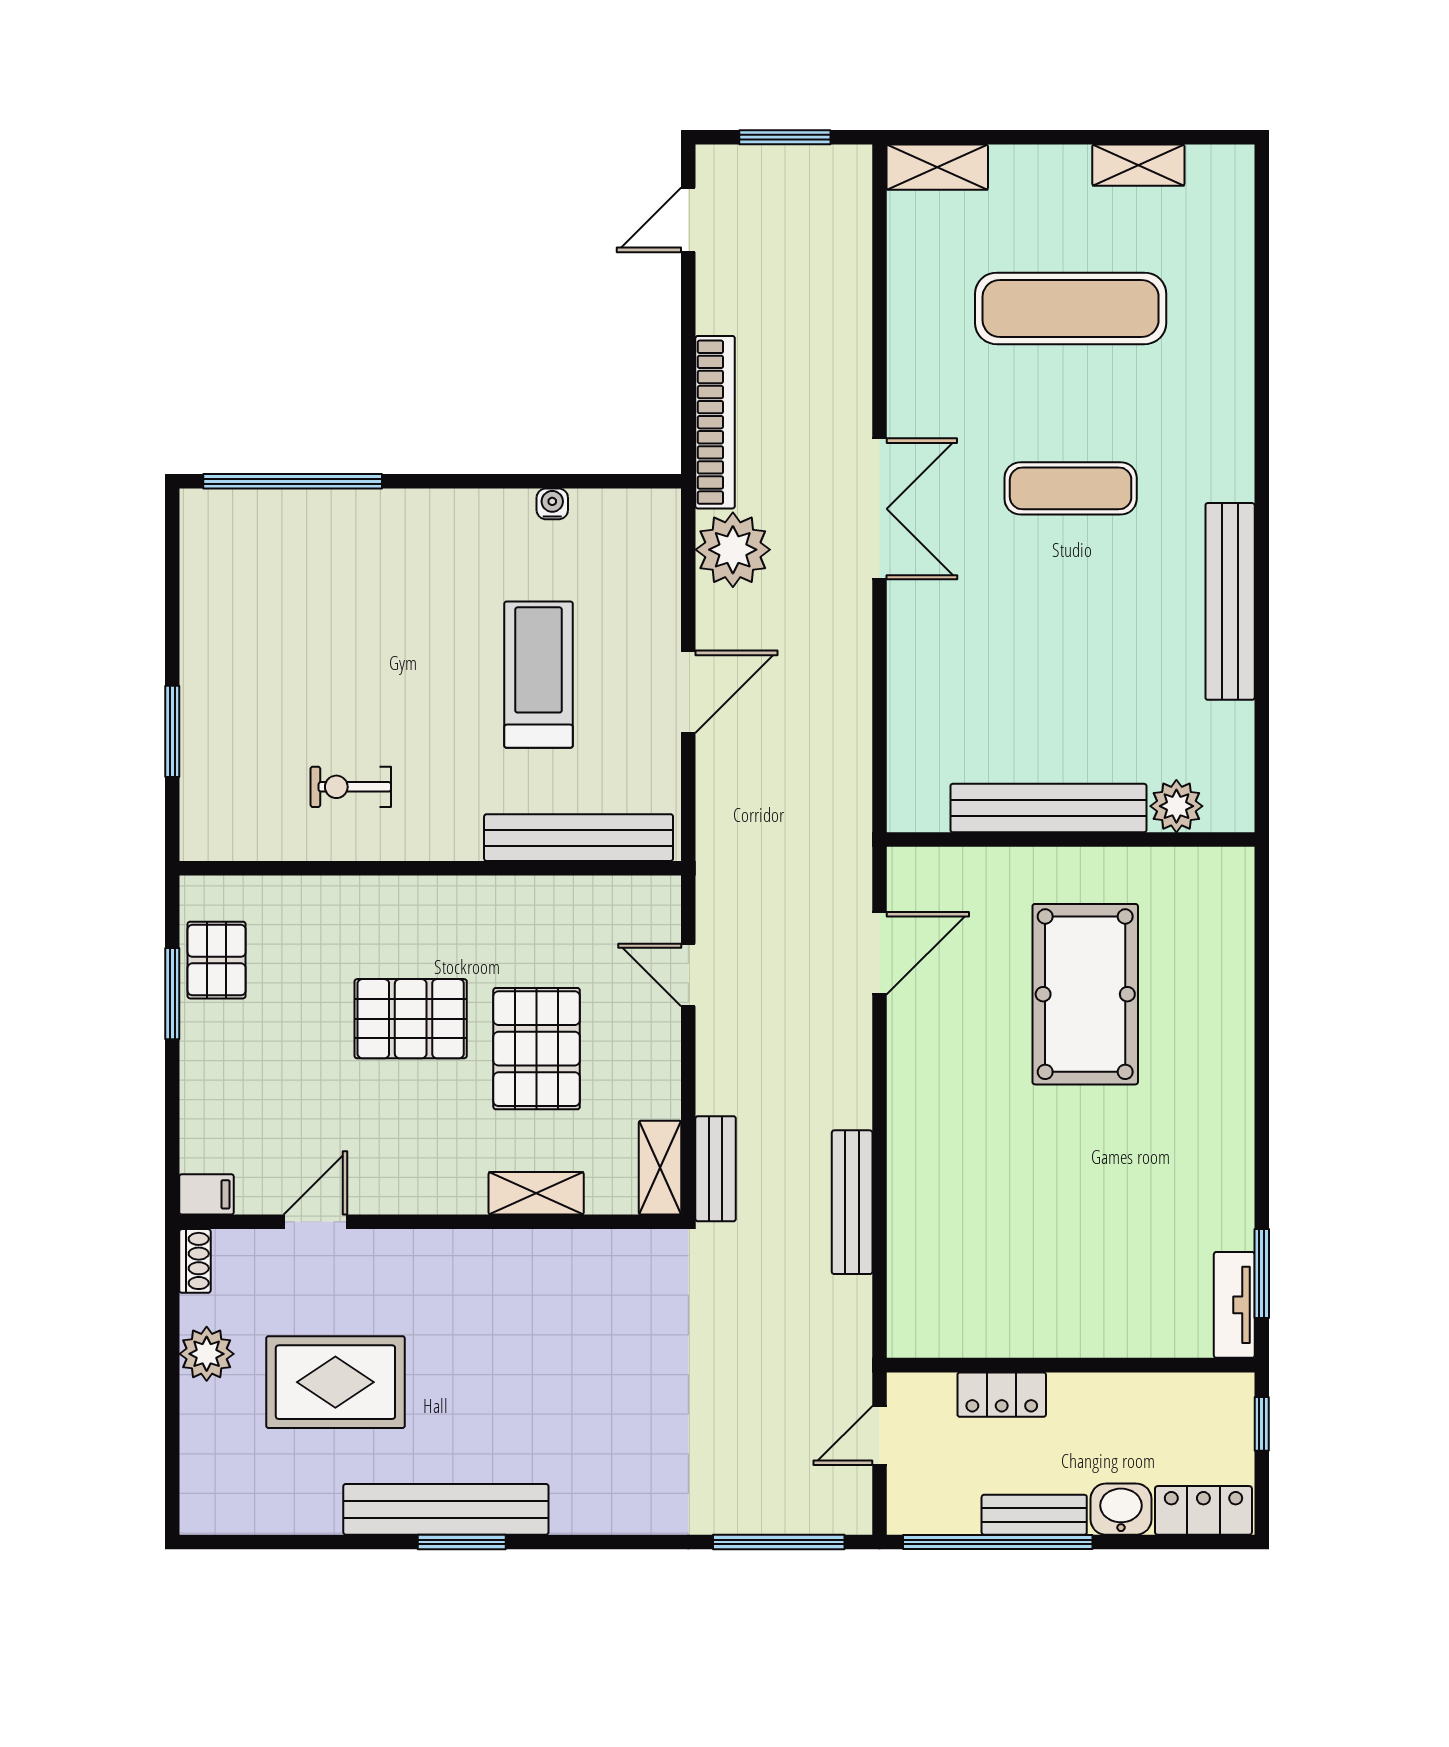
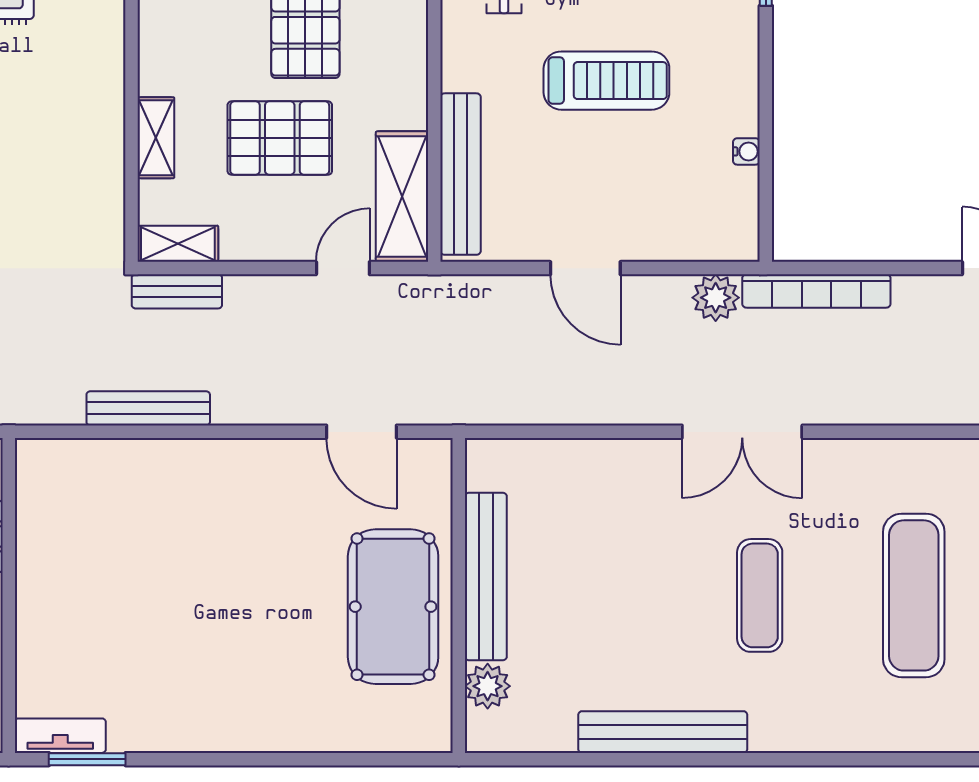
plant: (733, 550) -> (716, 298), width x0.73, depth x0.73
treadmill: (539, 675) -> (606, 81), moved
shelving: (605, 906) -> (402, 197), added
pool table: (1085, 994) -> (393, 607), moved, turned 90

